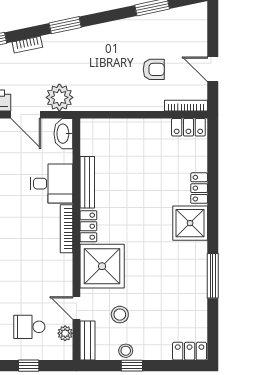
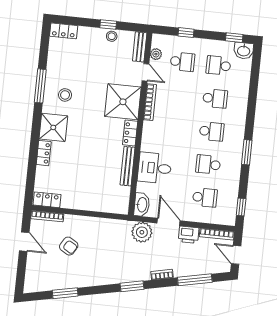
armchair: (154, 69) -> (69, 246), turned -149
bookcase: (67, 229) -> (150, 102), moved
stool: (120, 315) -> (65, 95), moved

